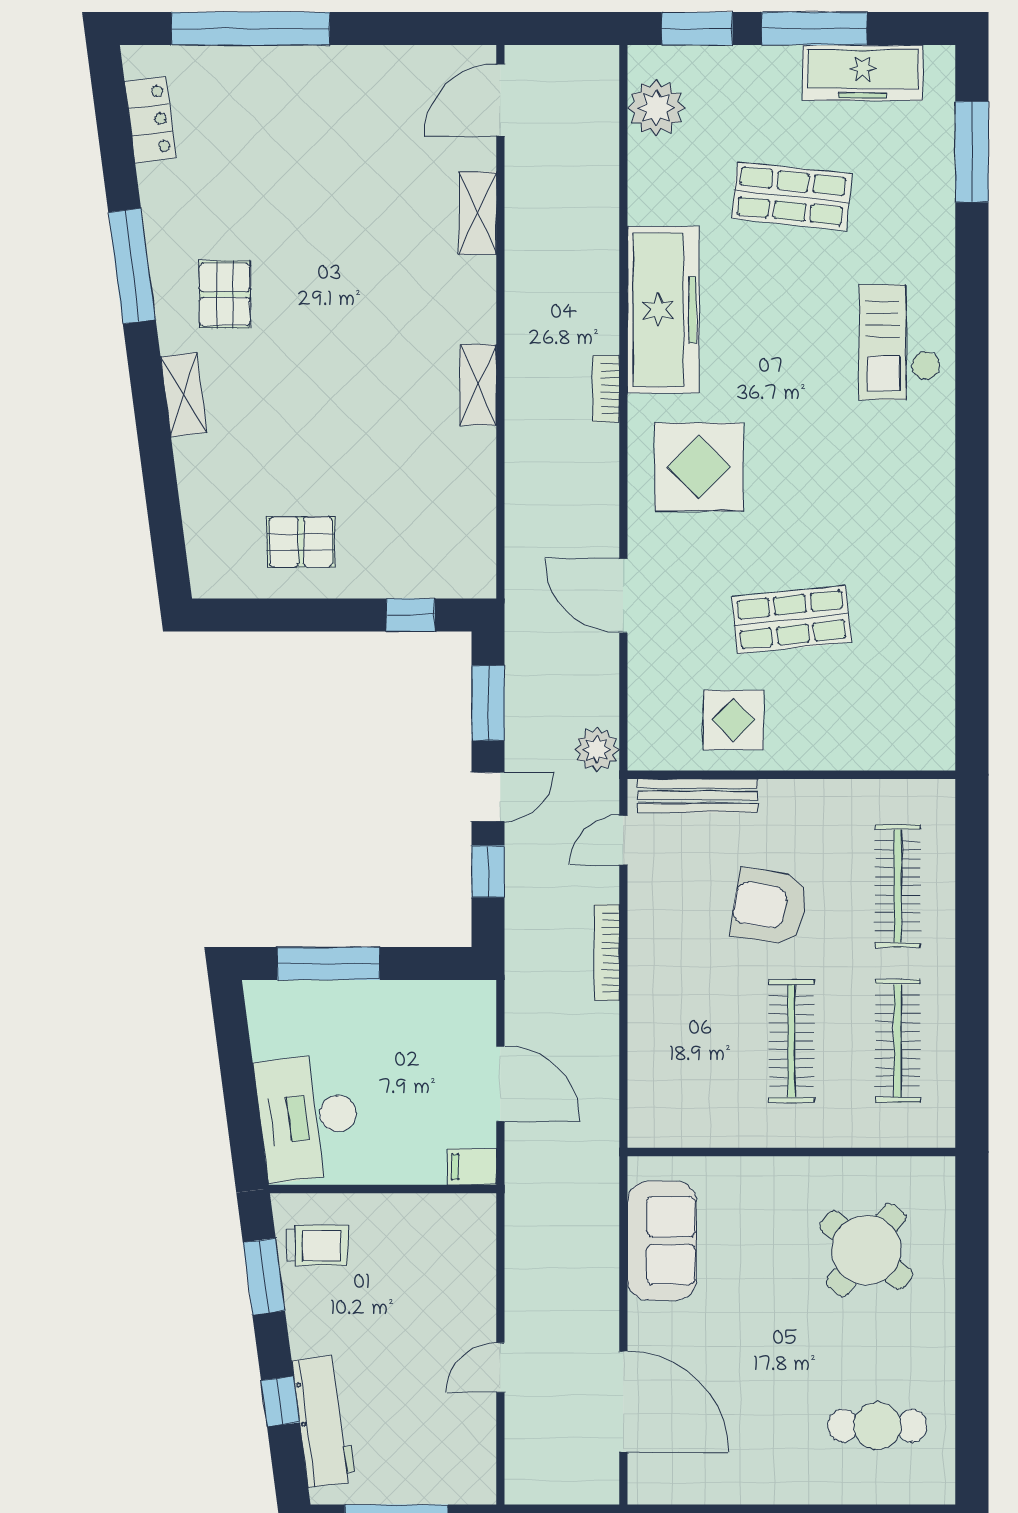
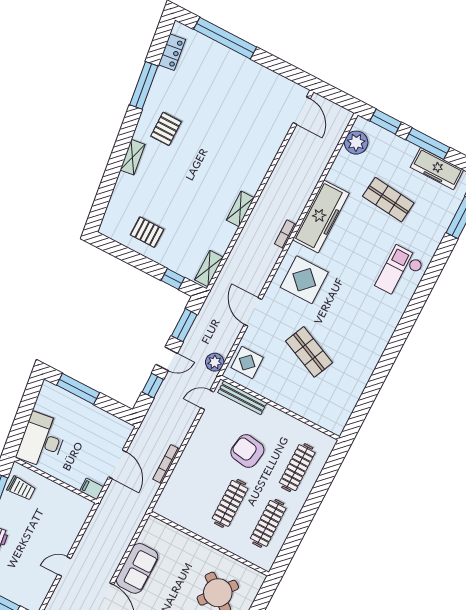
door: (500, 100) -> (302, 111), swing flipped
shelving: (478, 213) -> (209, 269), moved
window: (132, 266) -> (144, 85), moved
shop shelf: (791, 620) -> (309, 352), turned 30
display table: (734, 720) -> (247, 363), moved
bookcase: (607, 953) -> (166, 464), moved
sofa: (662, 1241) -> (137, 568), moved

